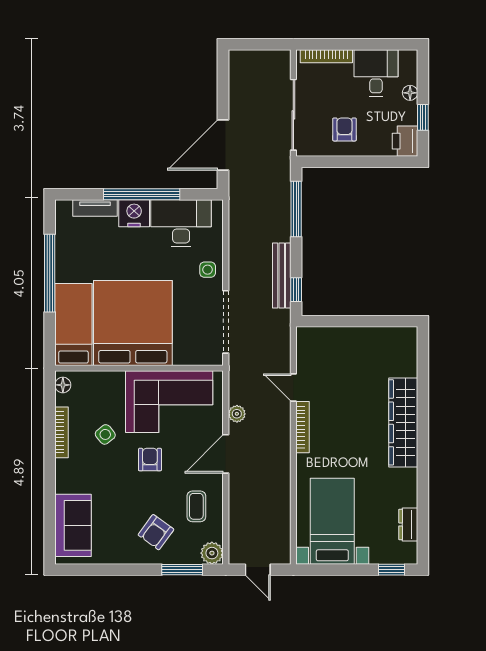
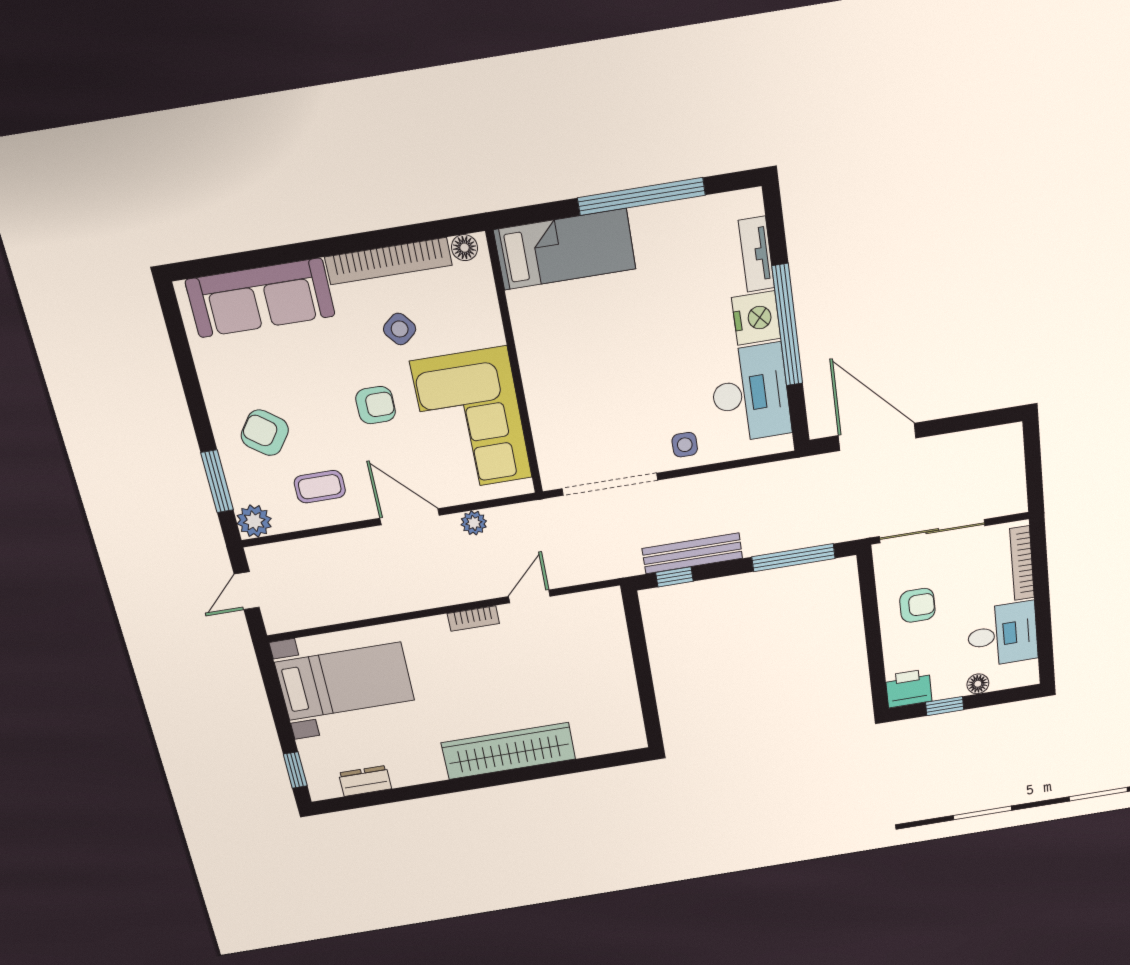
bed: (133, 323) -> (584, 344), removed
bookcase: (302, 427) -> (473, 618), width x0.64
bookcase: (61, 432) -> (389, 261), width x1.48, depth x1.31
sofa: (73, 525) -> (260, 298), width x1.36

